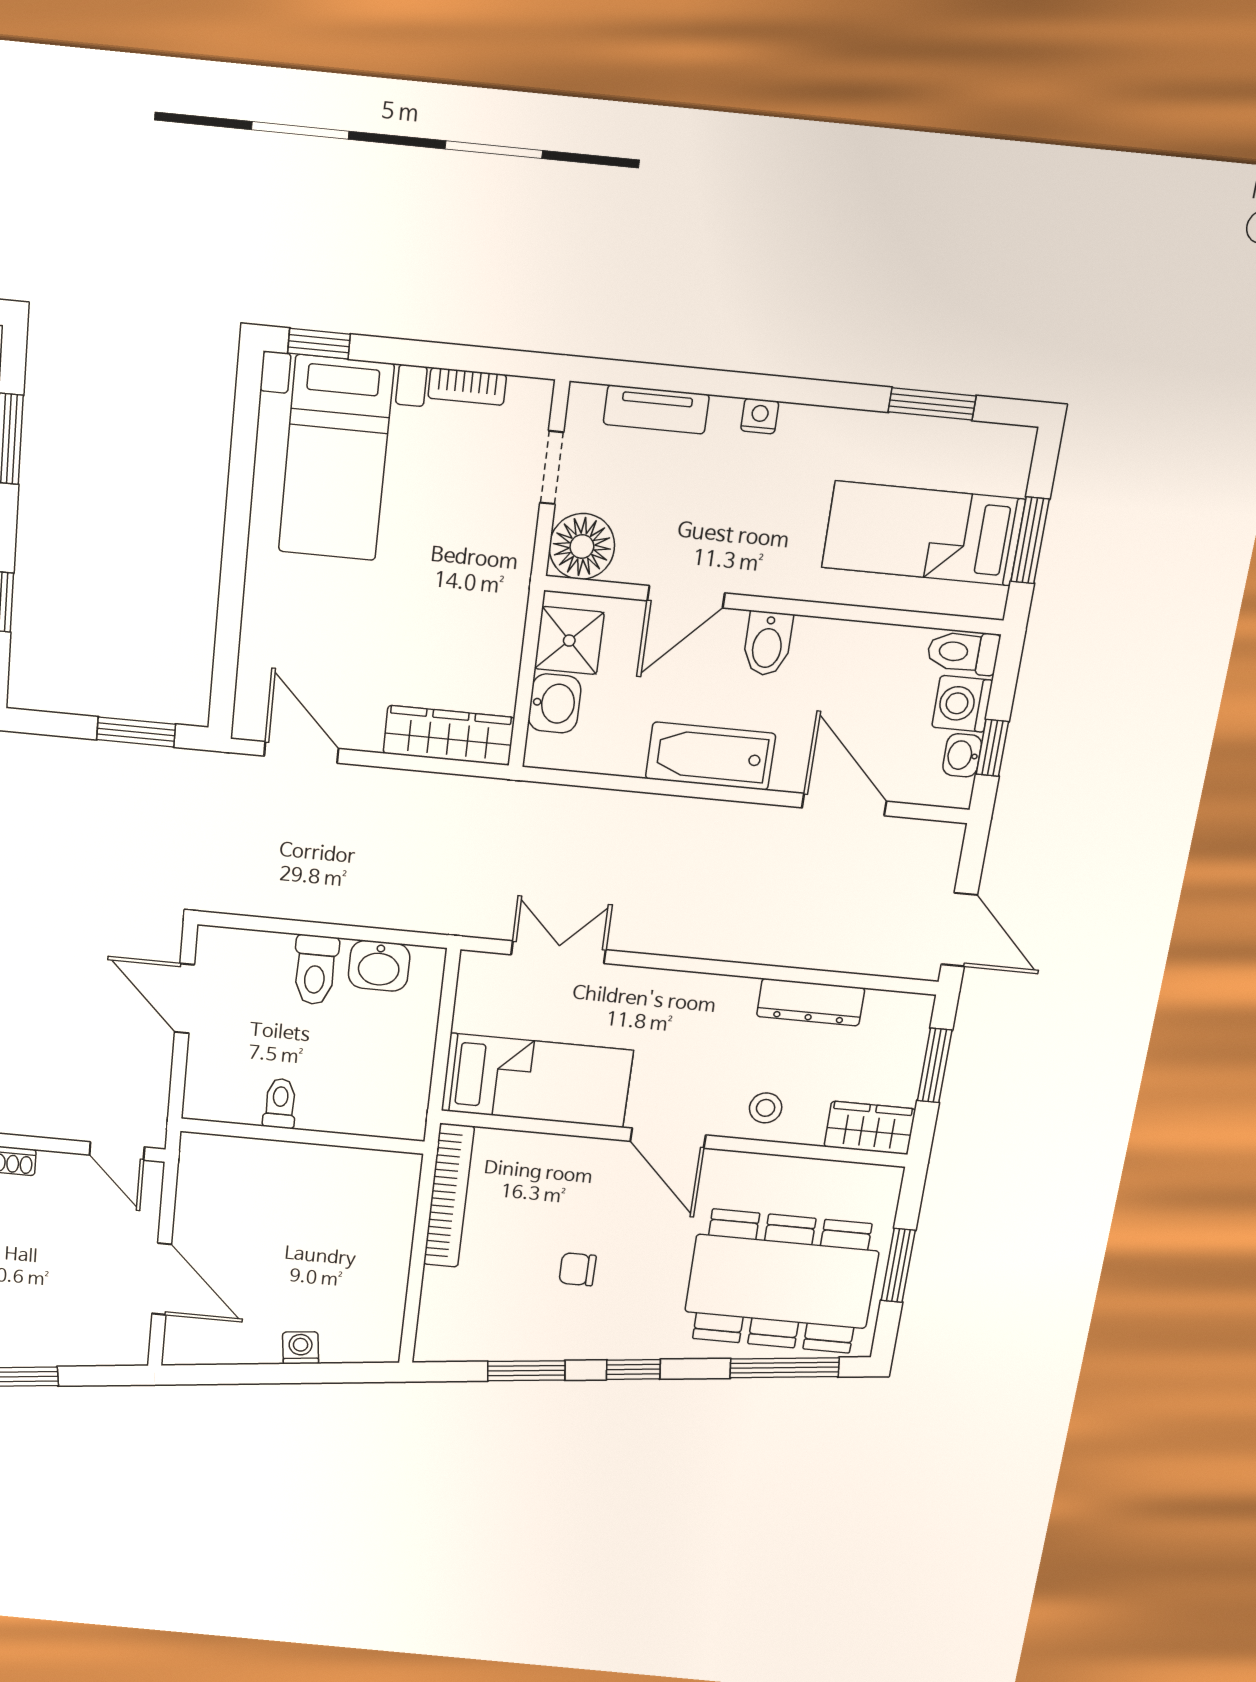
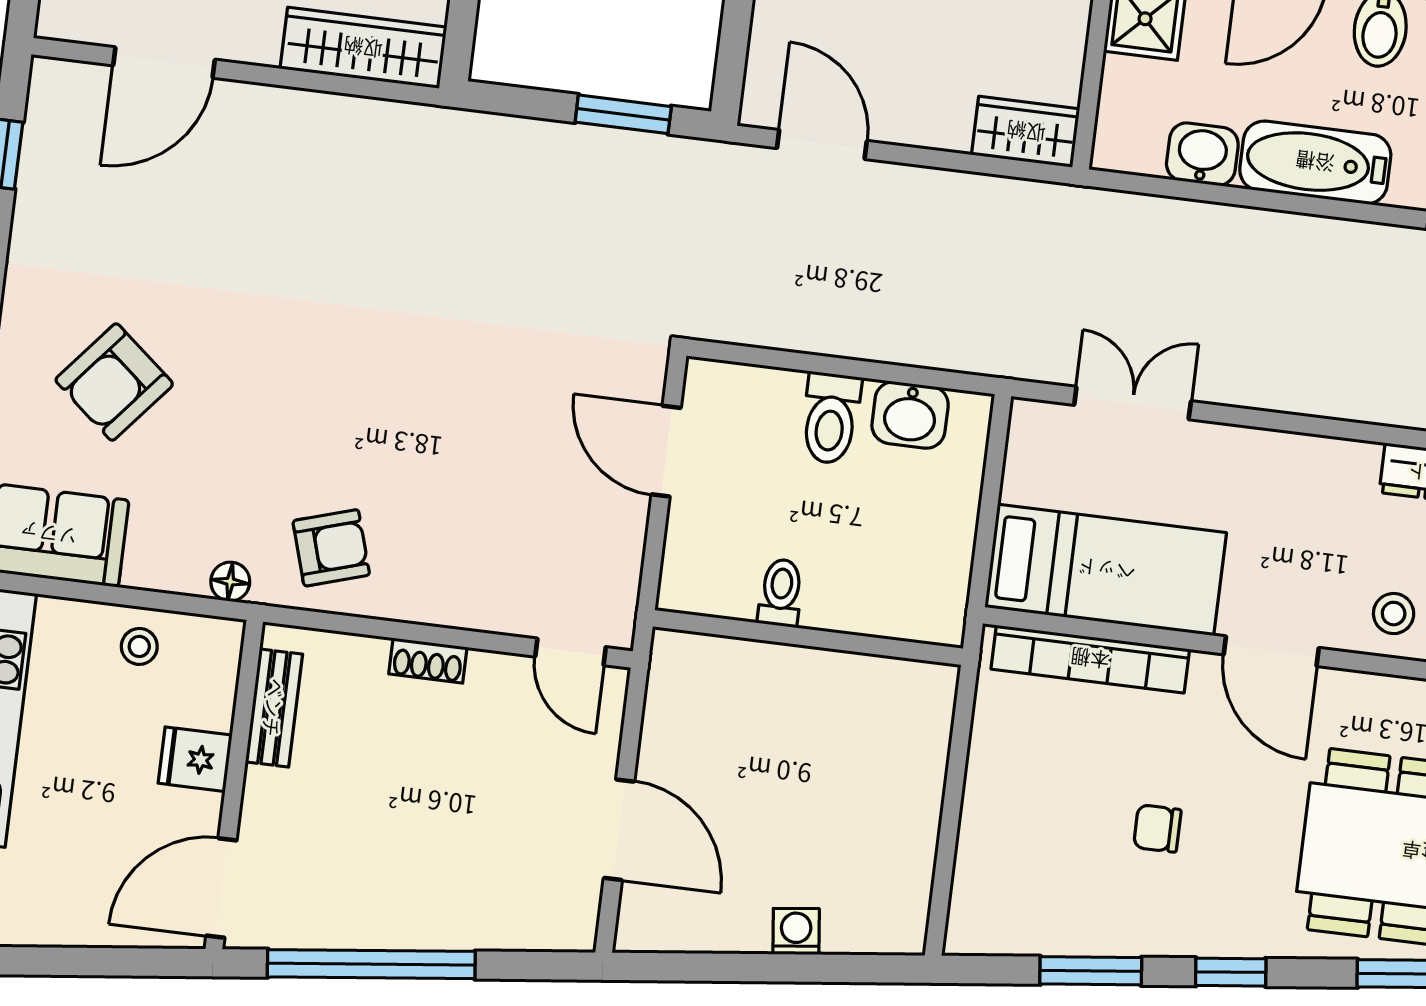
washbasin: (555, 703) -> (1202, 154), moved, turned -90
wardrobe: (449, 735) -> (1026, 132), width x0.67
bookcase: (449, 1196) -> (1090, 659), moved, turned 90

